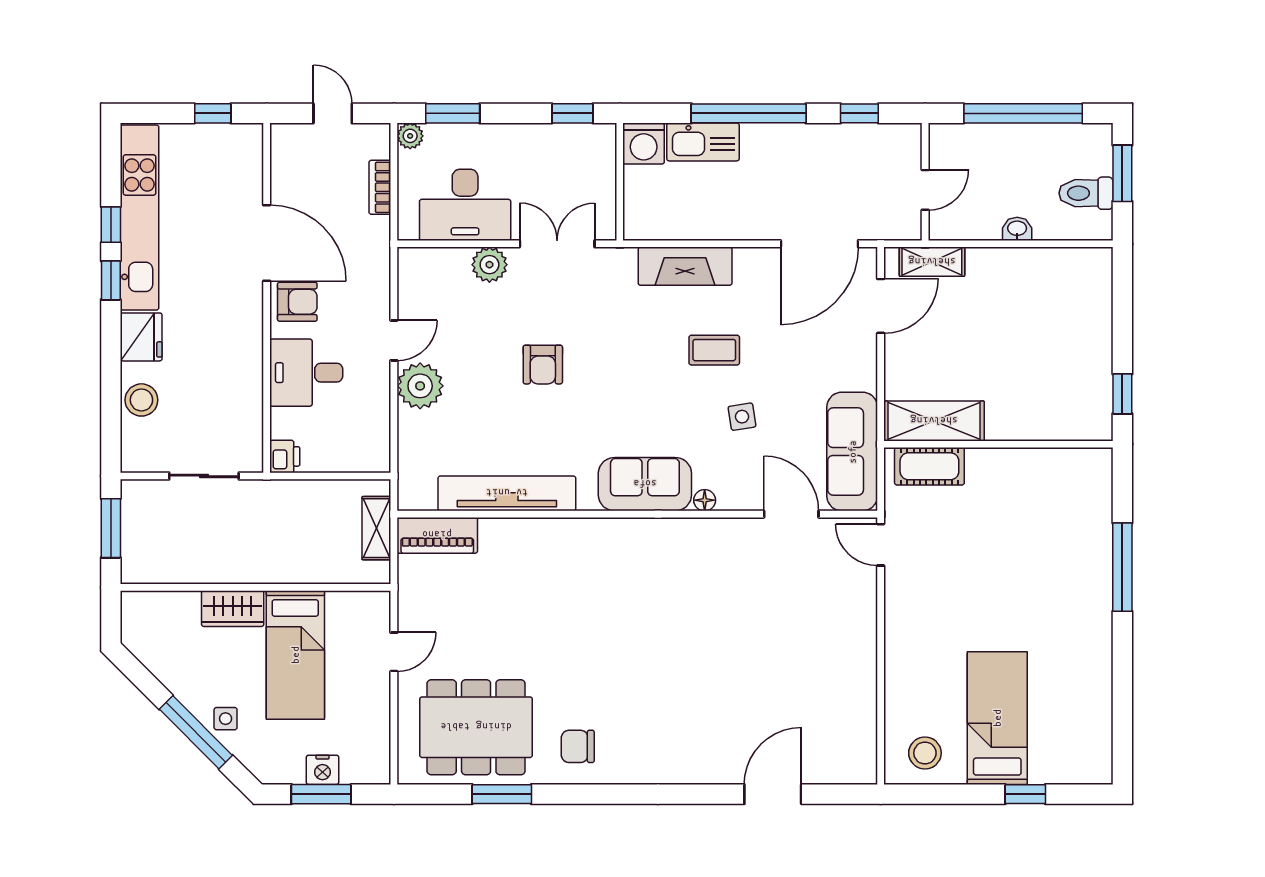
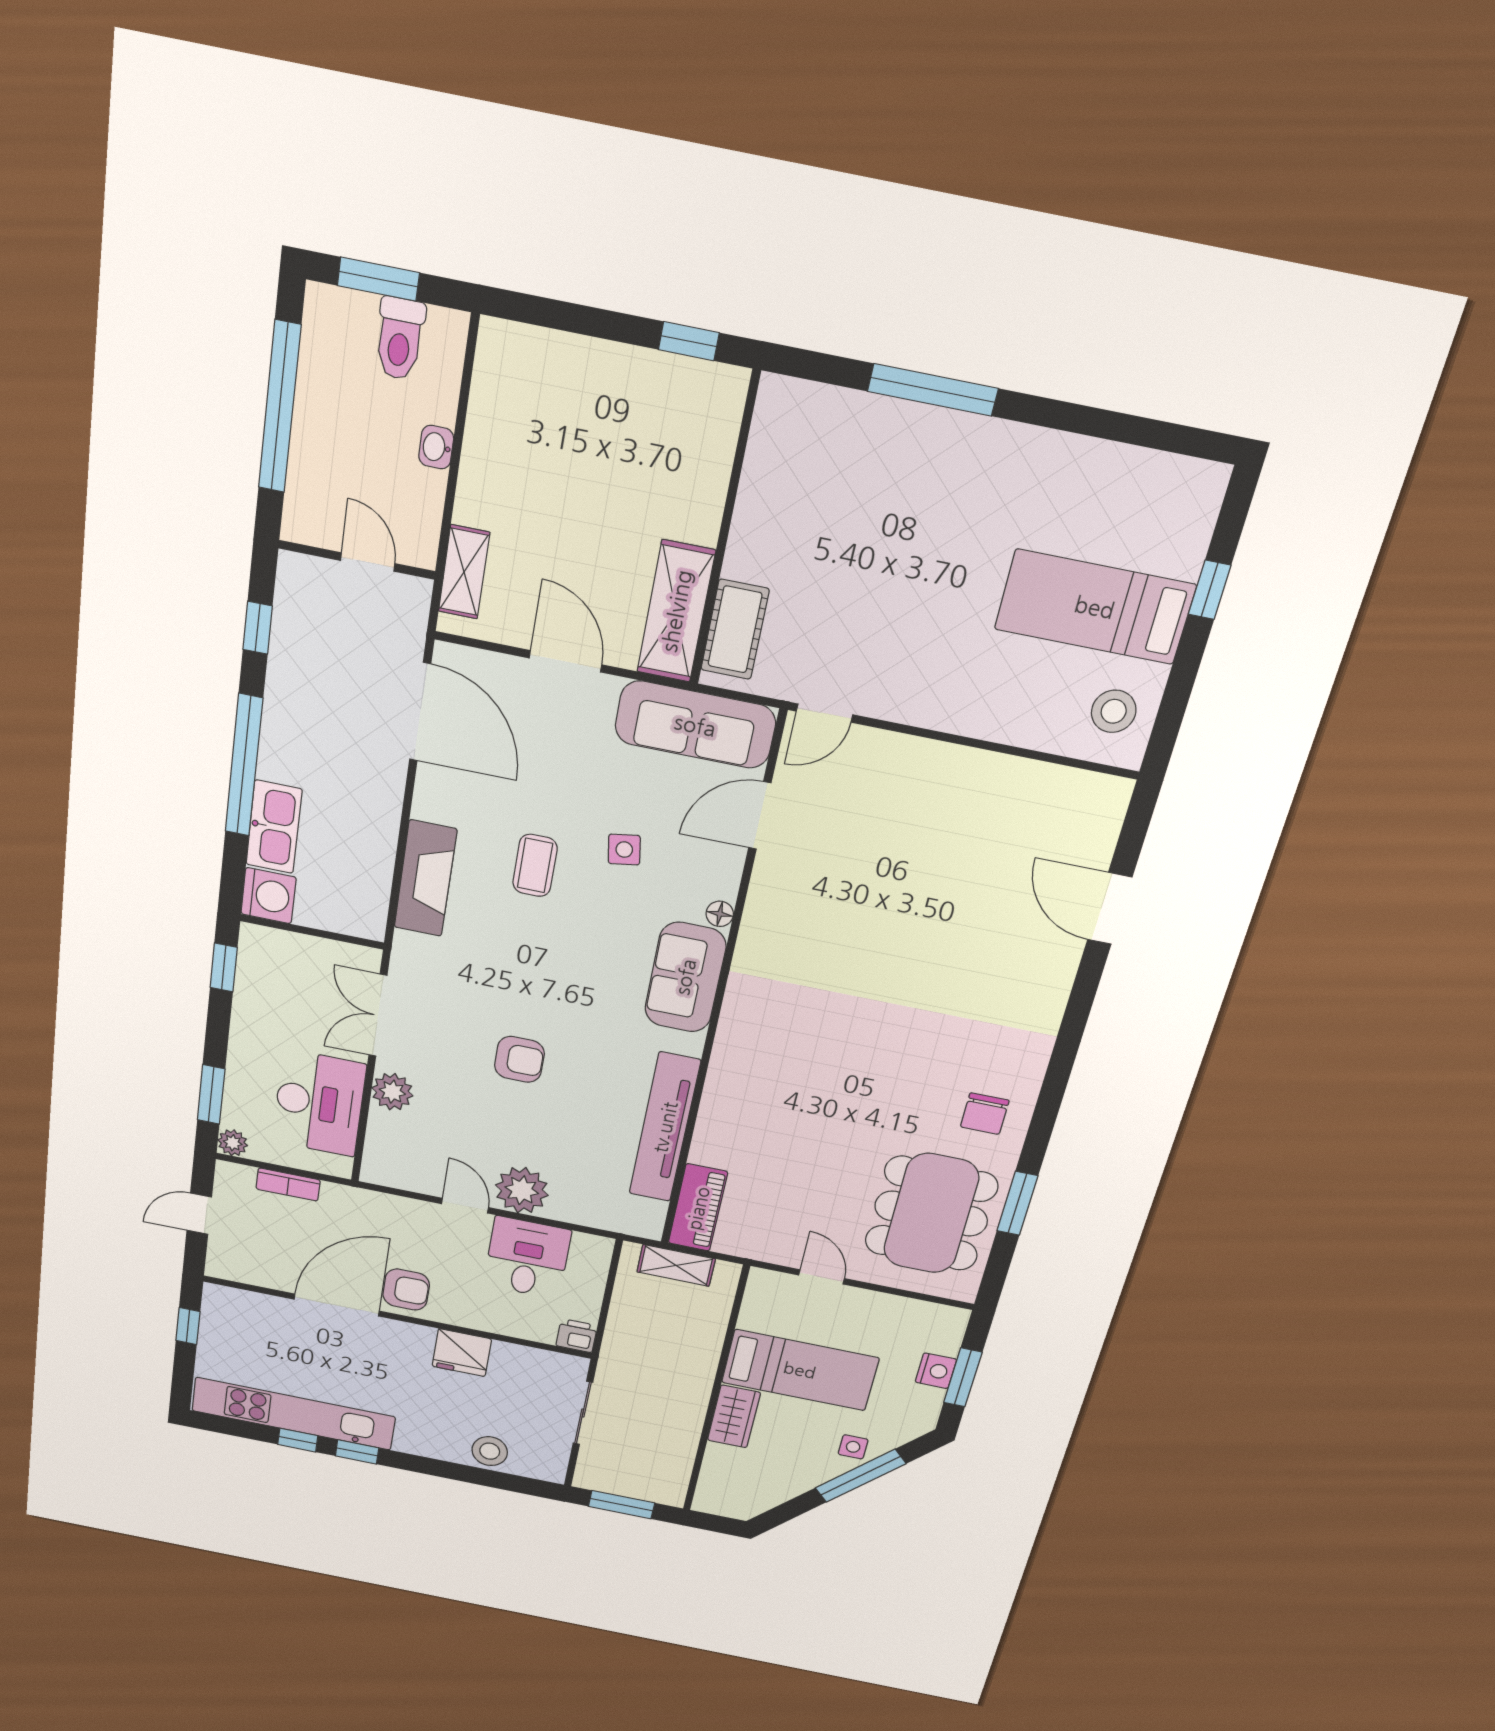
armchair: (297, 302) -> (406, 1290), turned 90
door: (881, 306) -> (565, 661), moved
fridge: (141, 337) -> (462, 1353), moved, turned 180
desk: (306, 373) -> (527, 1258), moved, turned 180

